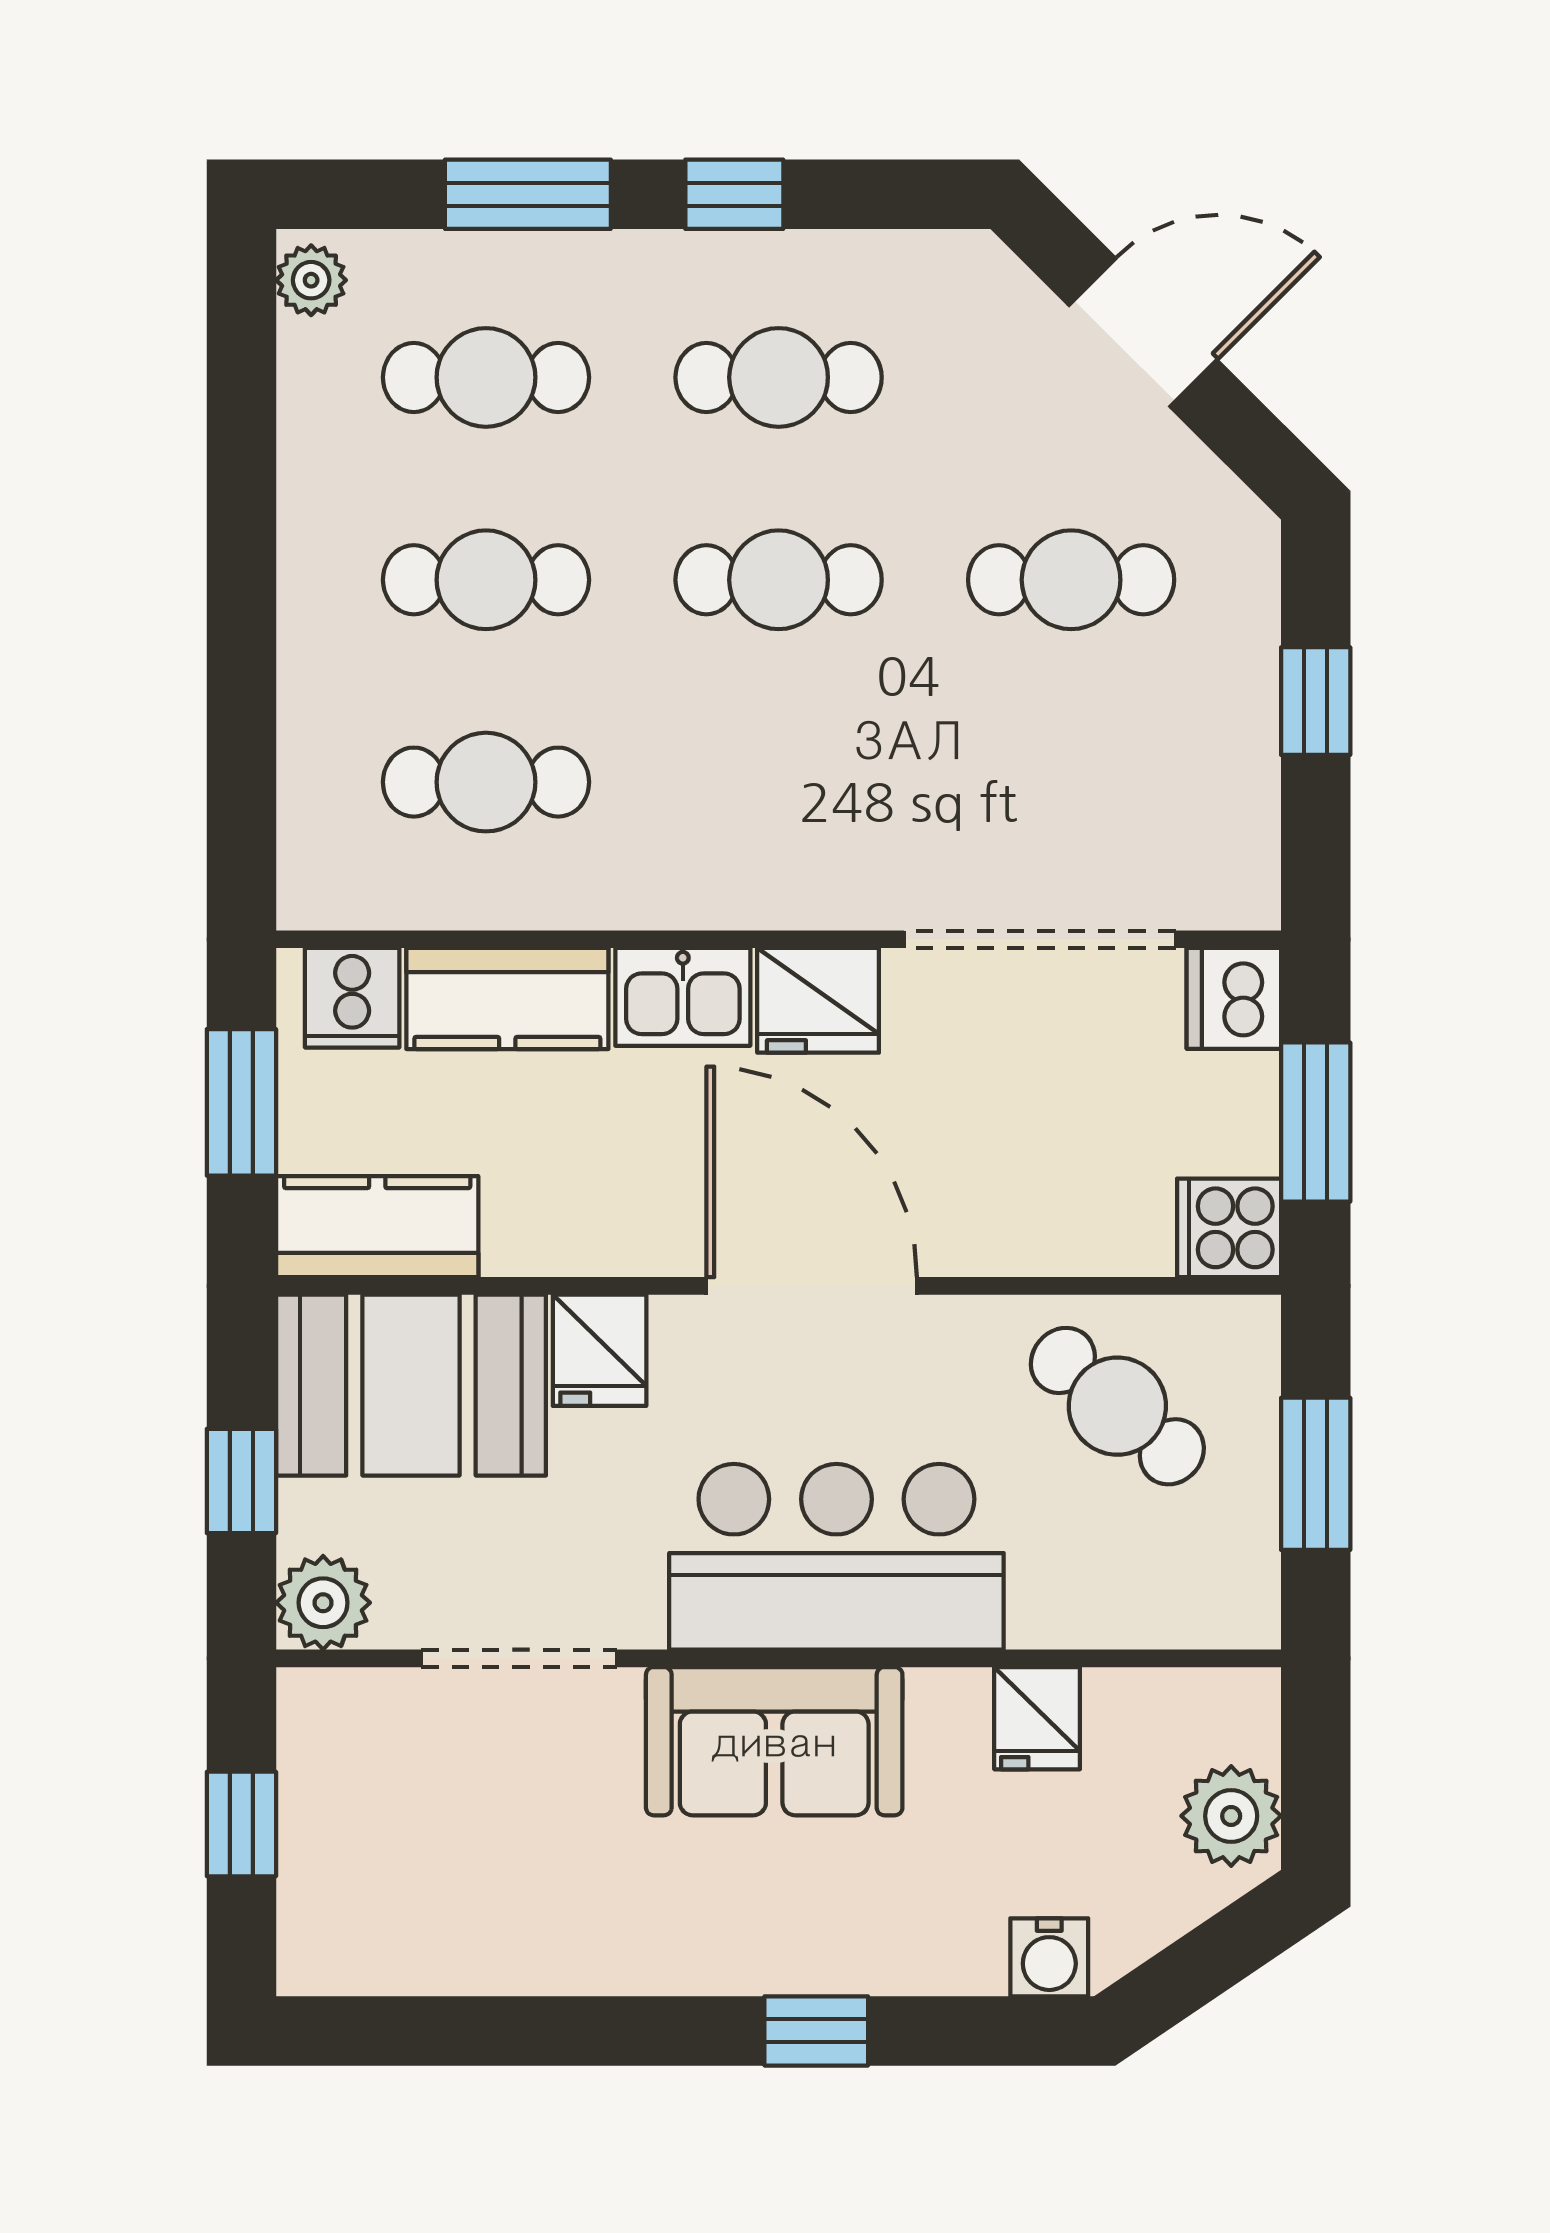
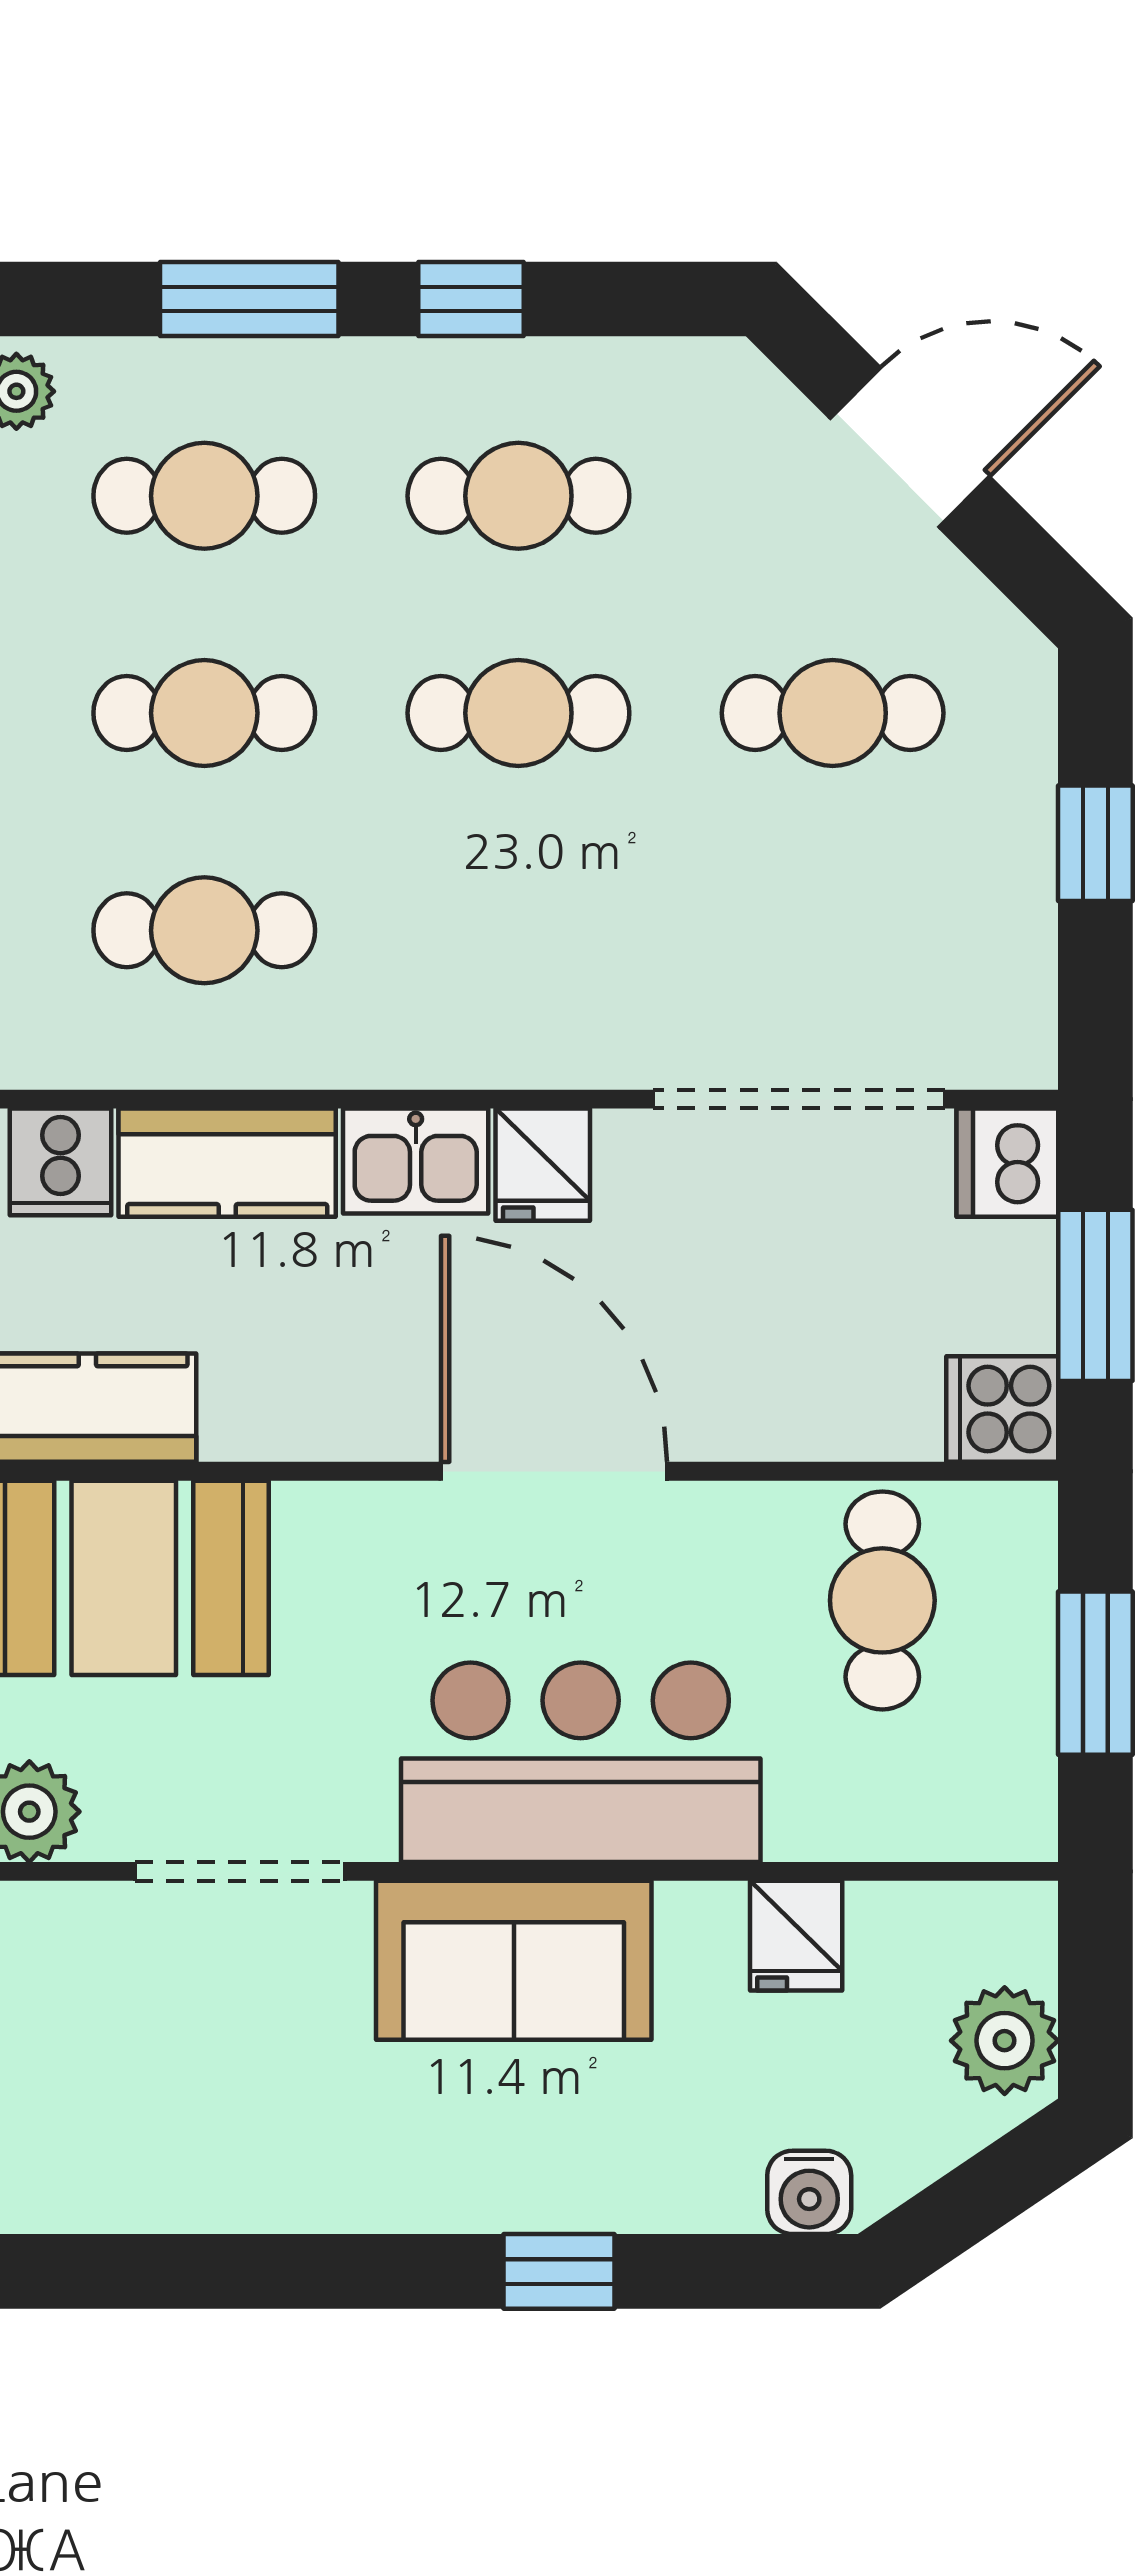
fridge: (818, 1000) -> (543, 1165), width x0.72
fridge: (600, 1350) -> (326, 1540), removed
cafe table: (1117, 1406) -> (882, 1600), turned 50

